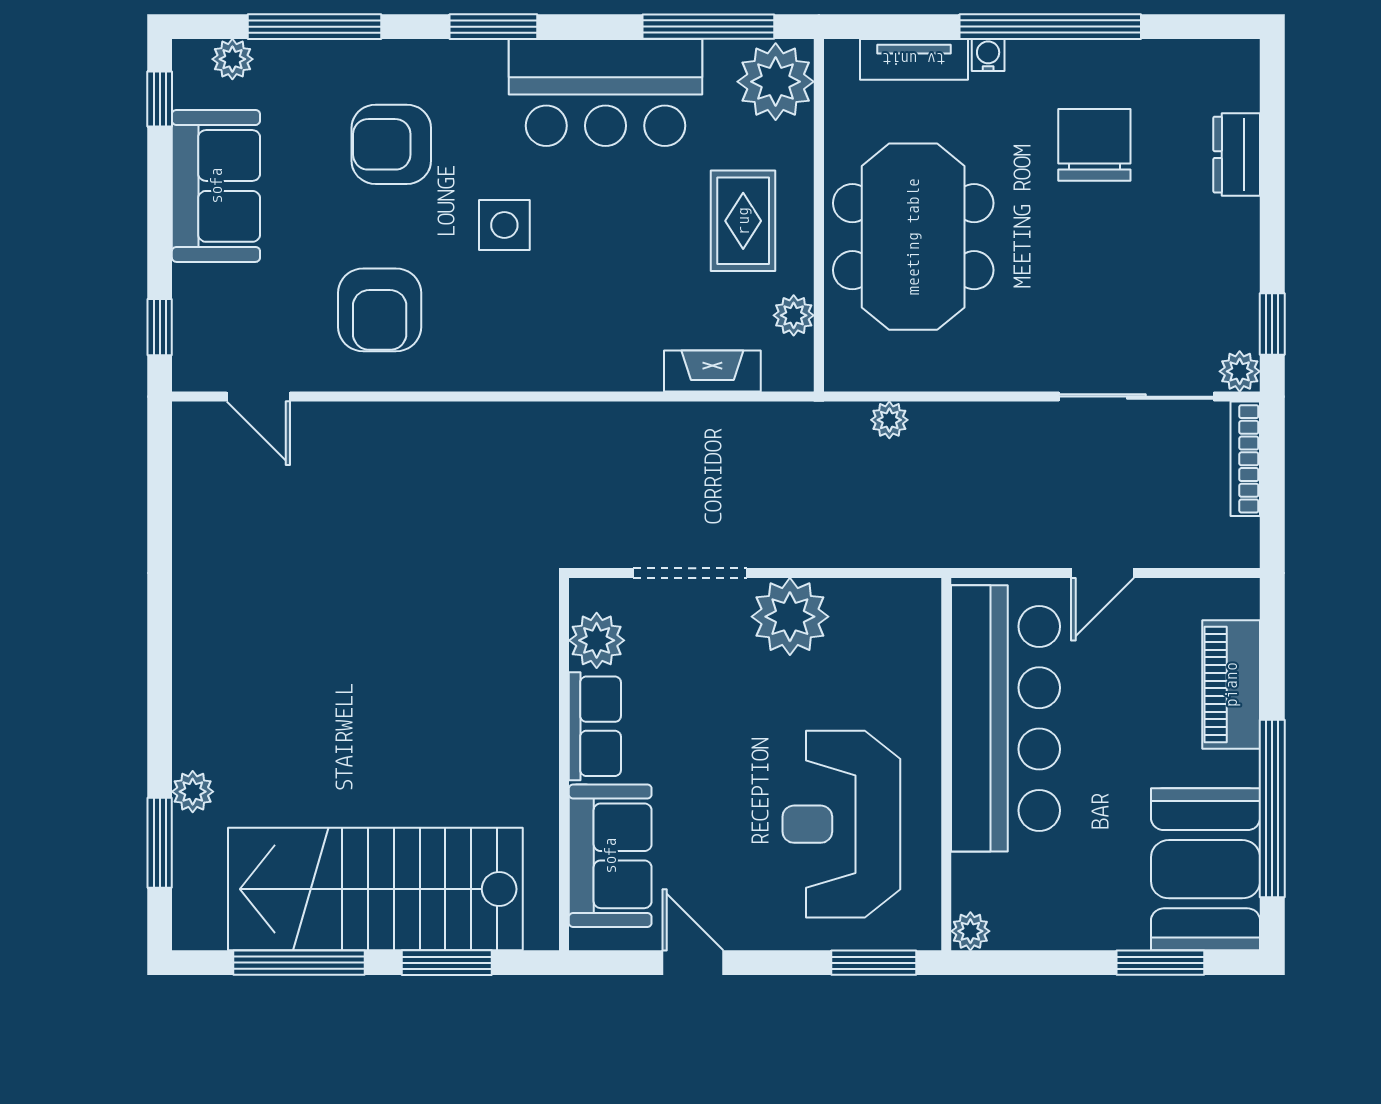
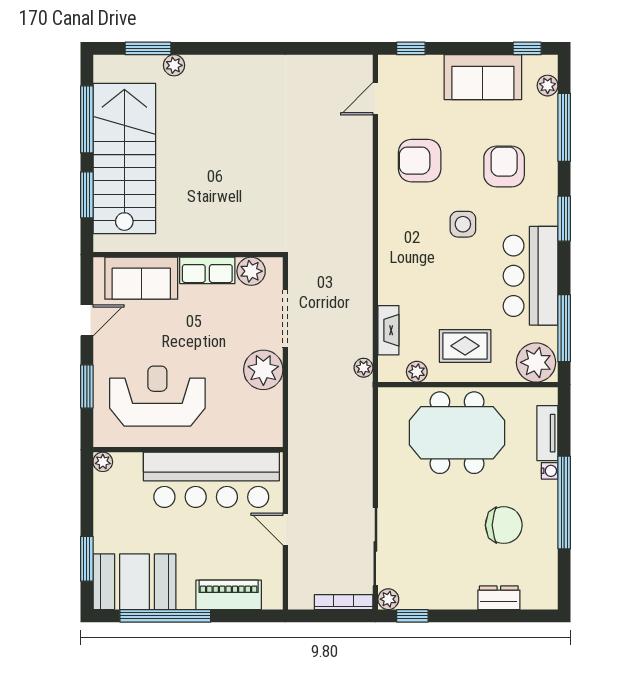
plant: (889, 420) -> (364, 368), moved
window: (874, 963) -> (87, 386), moved

